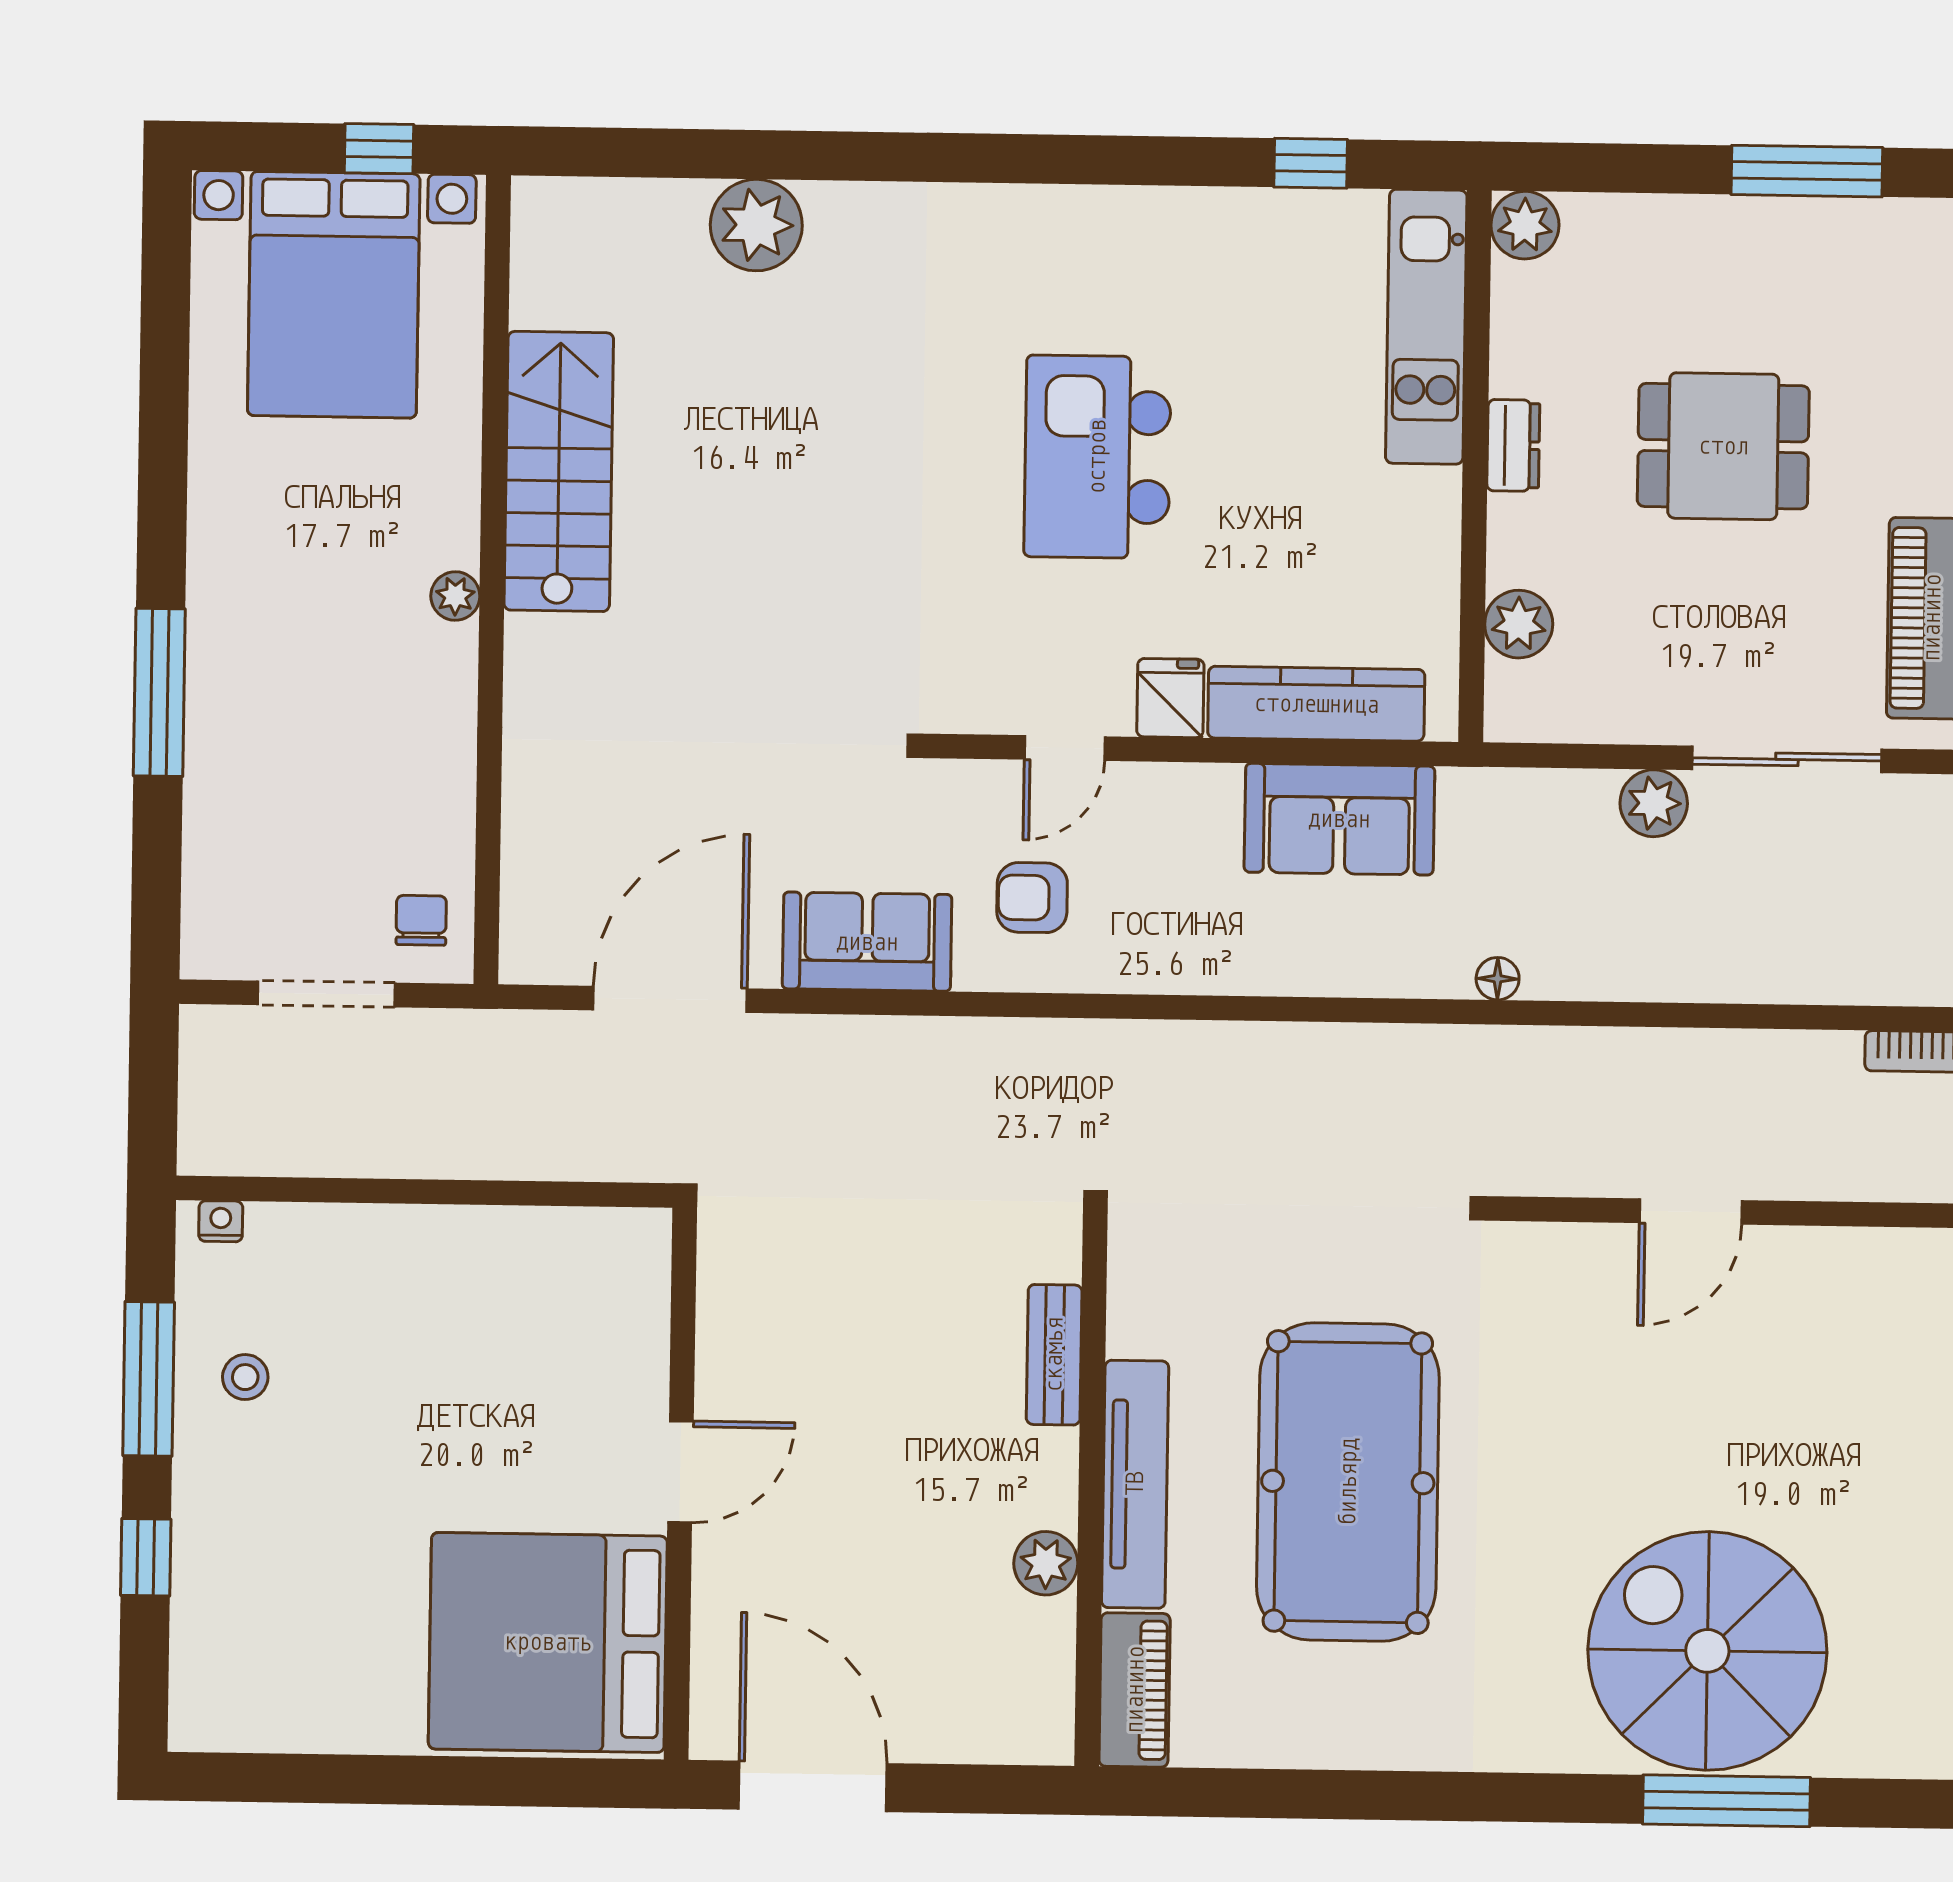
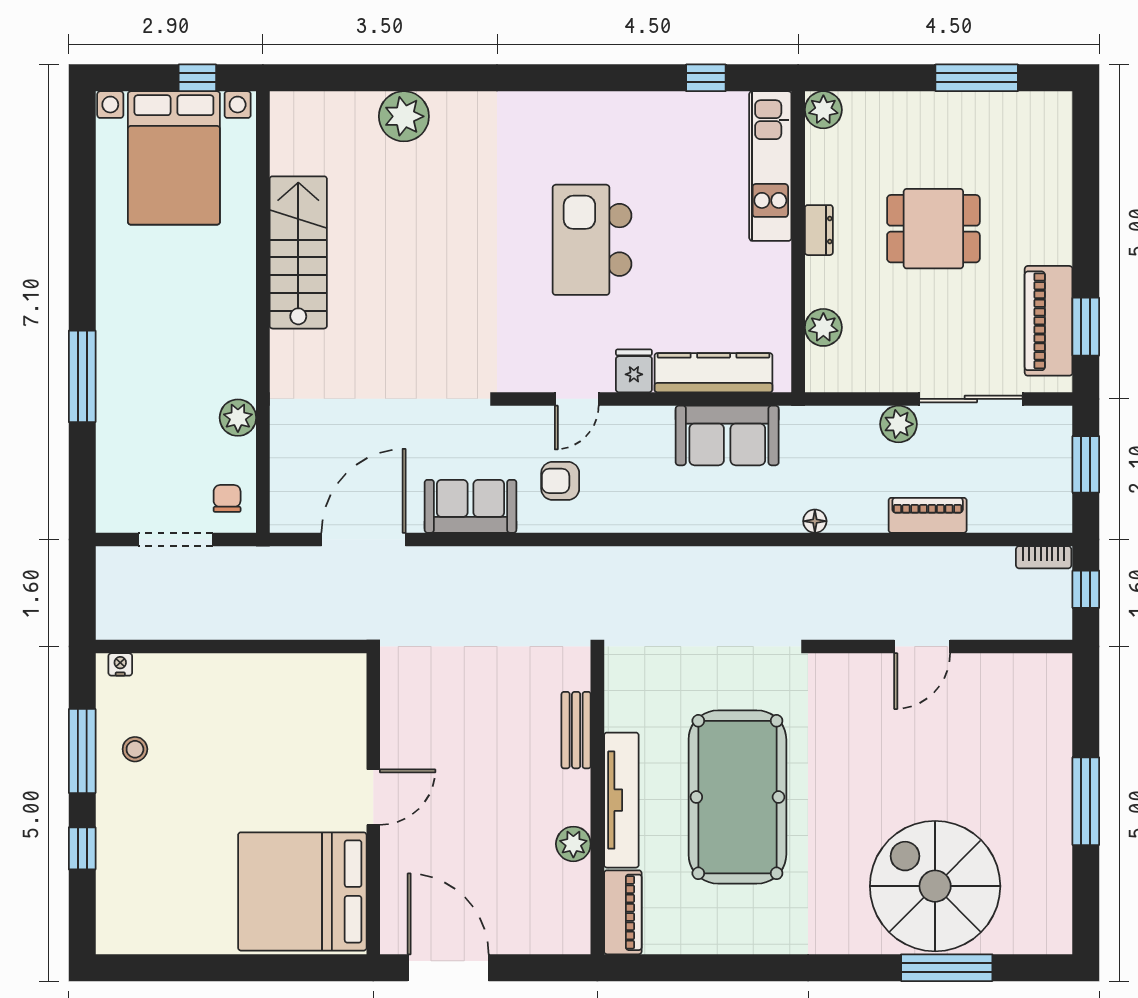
plant: (455, 596) -> (238, 418), moved, width x1.38, depth x1.38
piano: (1704, 971) -> (928, 515), added

